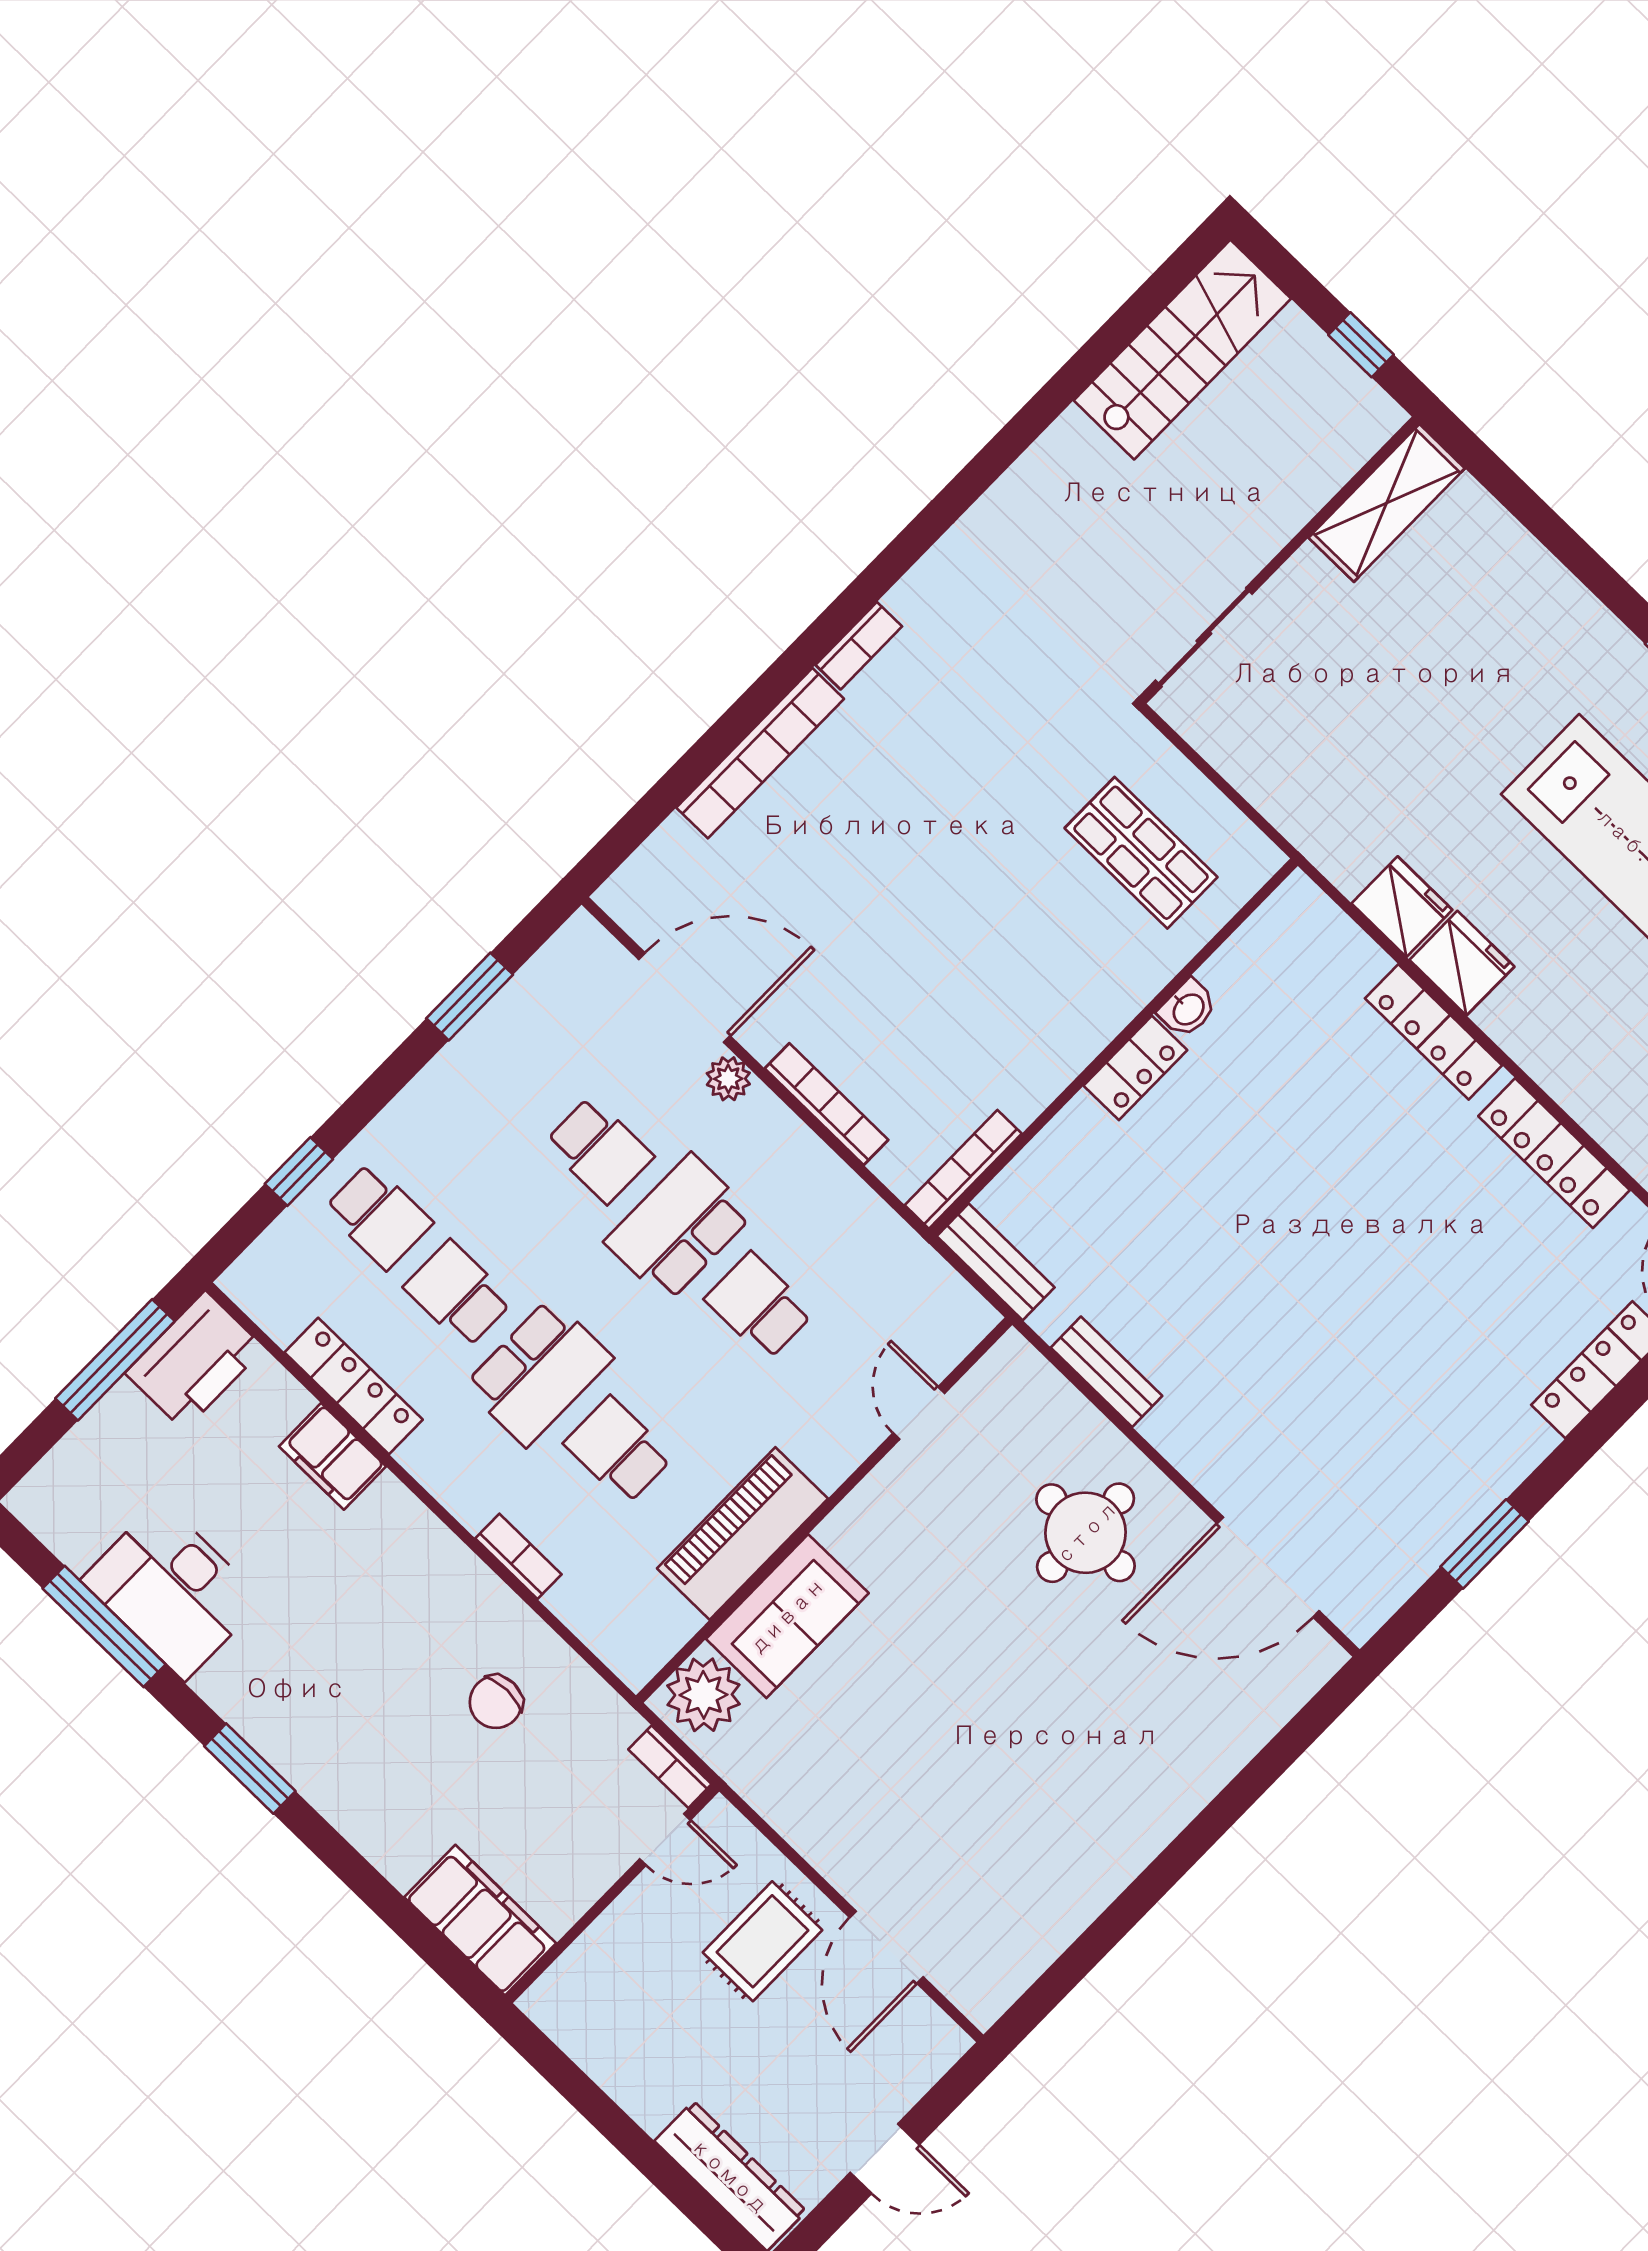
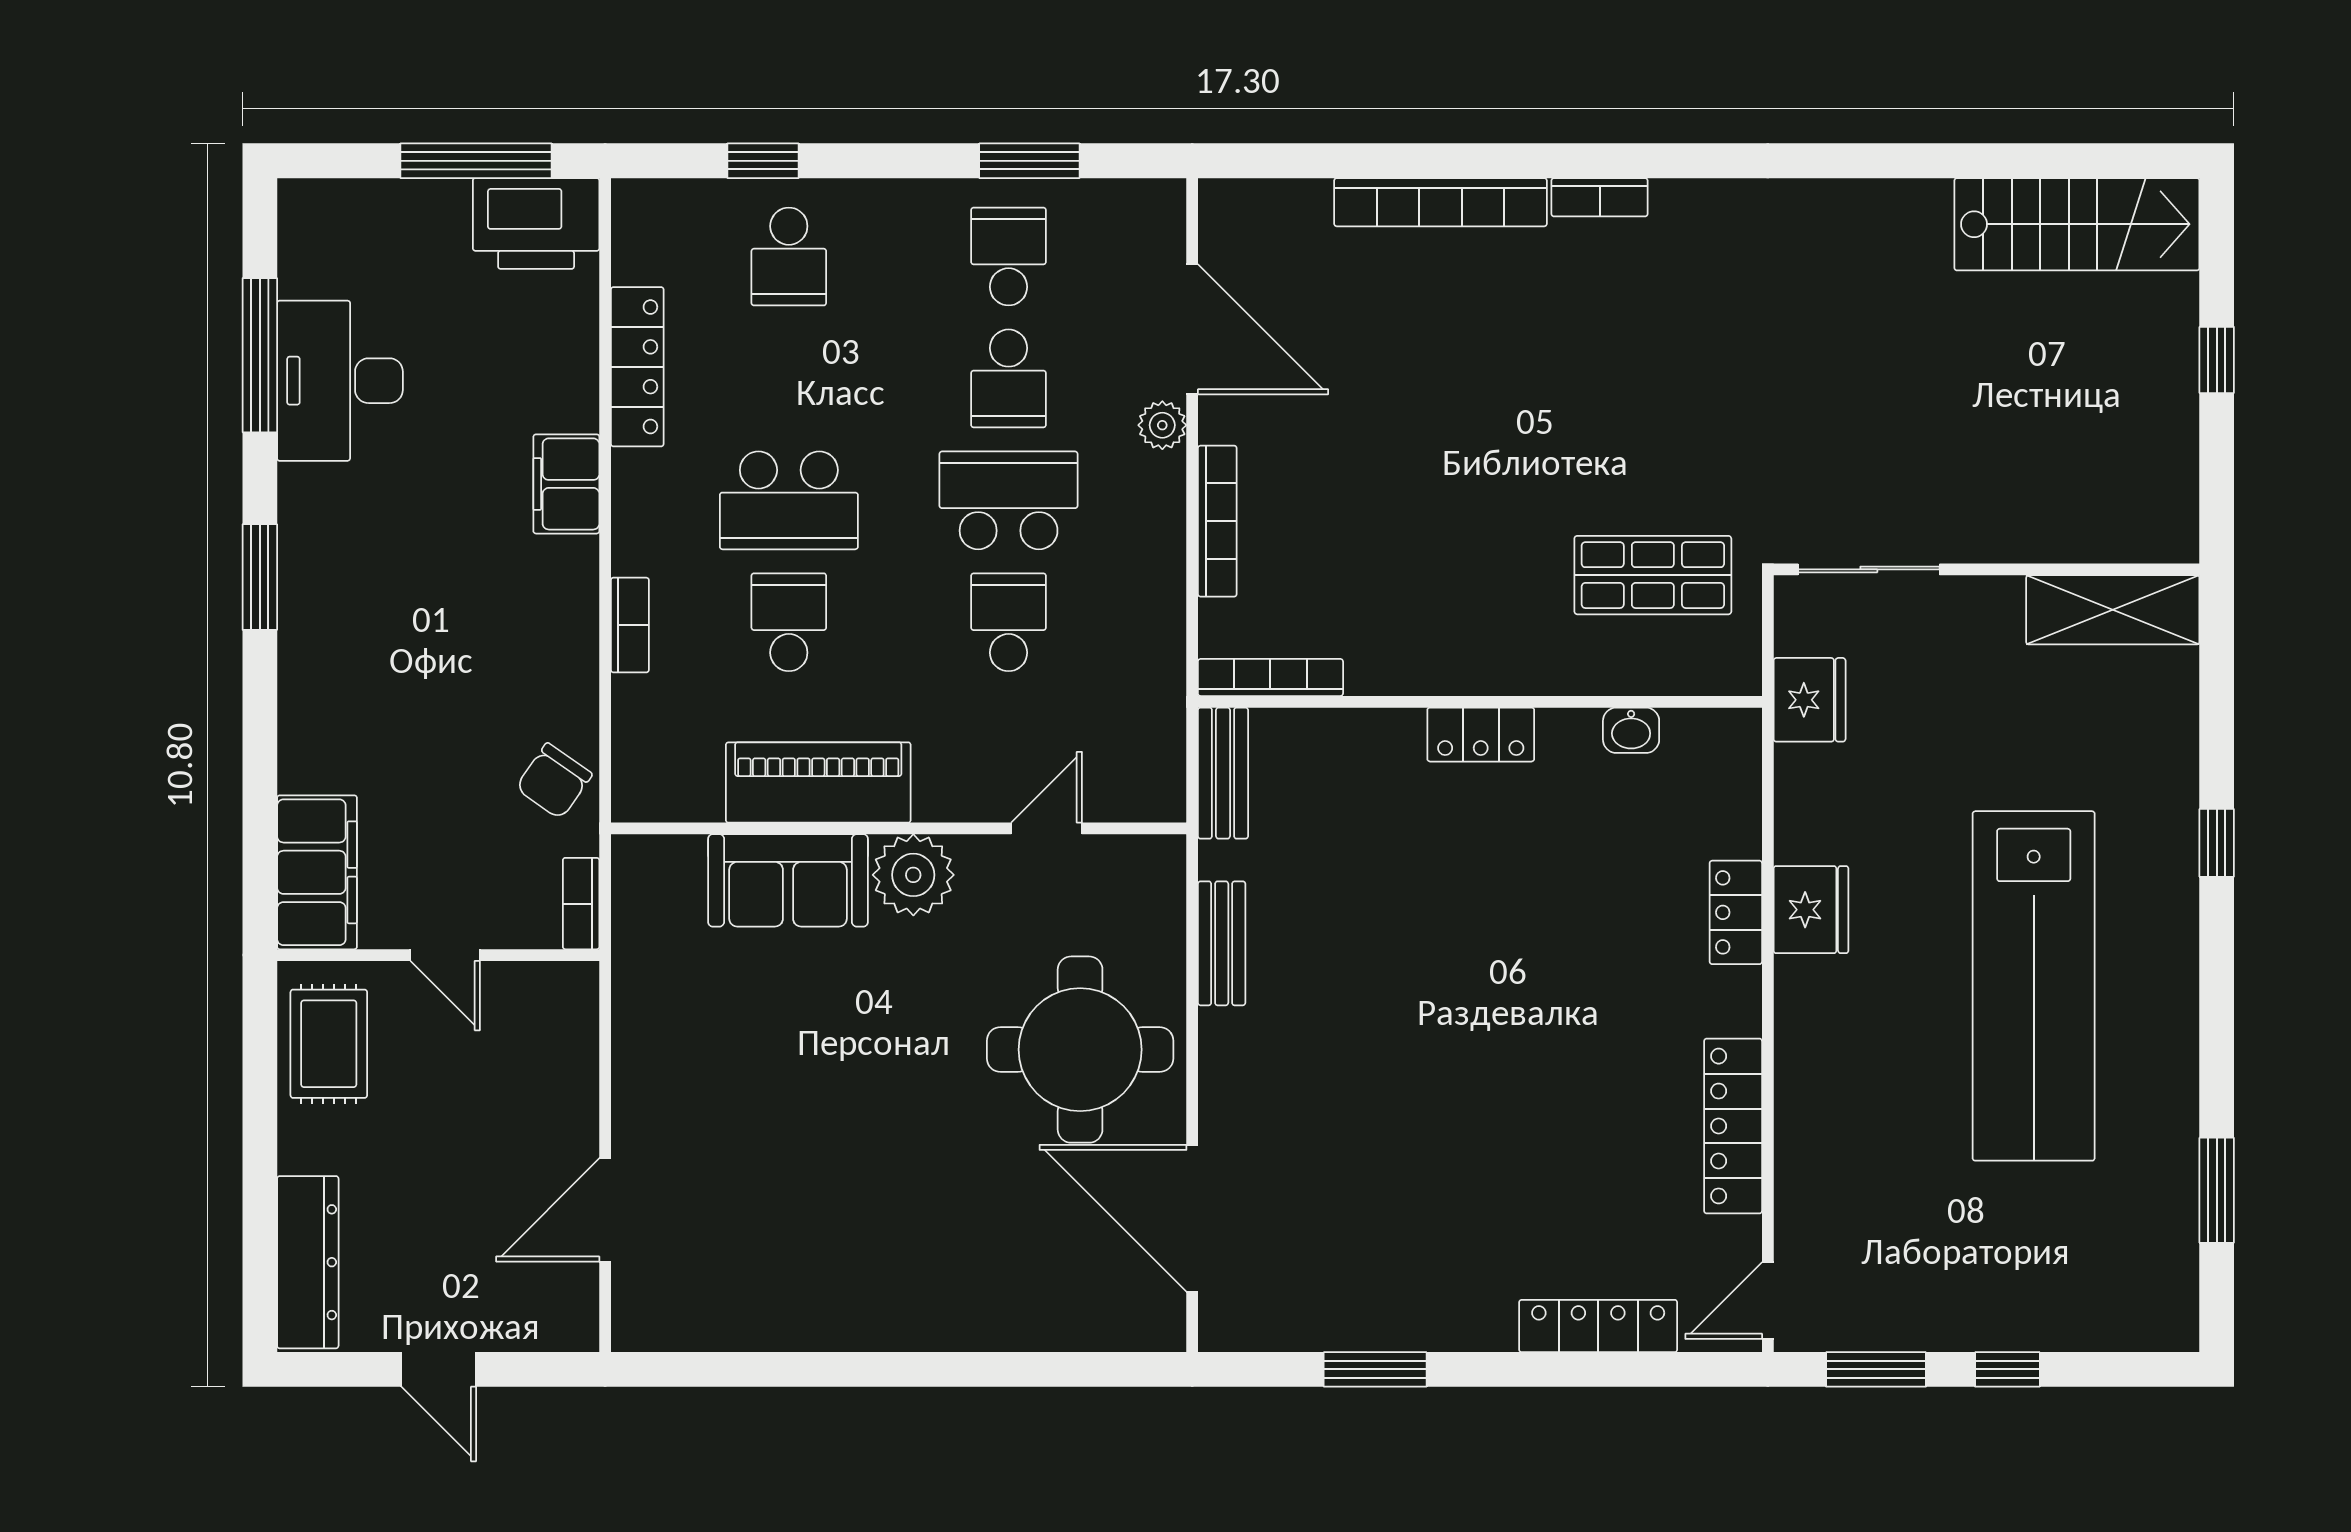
shelving: (1387, 503) -> (2113, 610), moved
wall: (1279, 560) -> (1986, 569), moved
sliding door: (1204, 637) -> (1869, 569), moved
shop shelf: (1141, 853) -> (1653, 575), turned 90
fridge: (1402, 907) -> (1810, 700), moved
washbasin: (1188, 1009) -> (1631, 730), moved
locker: (1434, 1032) -> (1736, 912), width x0.66
school desk: (458, 1294) -> (1009, 257), moved
filing cabinet: (333, 1456) -> (566, 484), moved
round table: (1086, 1533) -> (1080, 1050), width x1.36, depth x1.36
plant: (703, 1695) -> (913, 875), moved
chair: (496, 1702) -> (554, 781), moved, turned -55
door: (665, 1839) -> (445, 955), moved
rug: (762, 1941) -> (329, 1044), moved, turned 90

